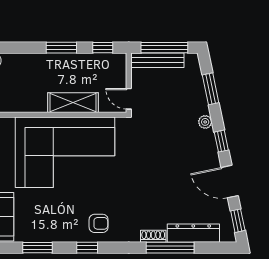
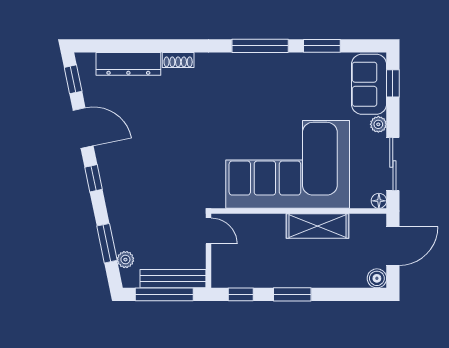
shelving: (73, 103) -> (317, 226), moved
plant: (205, 122) -> (125, 260), moved
armchair: (99, 223) -> (246, 76), removed
window: (87, 248) -> (260, 46), width x2.17
window: (170, 248) -> (157, 46), removed

